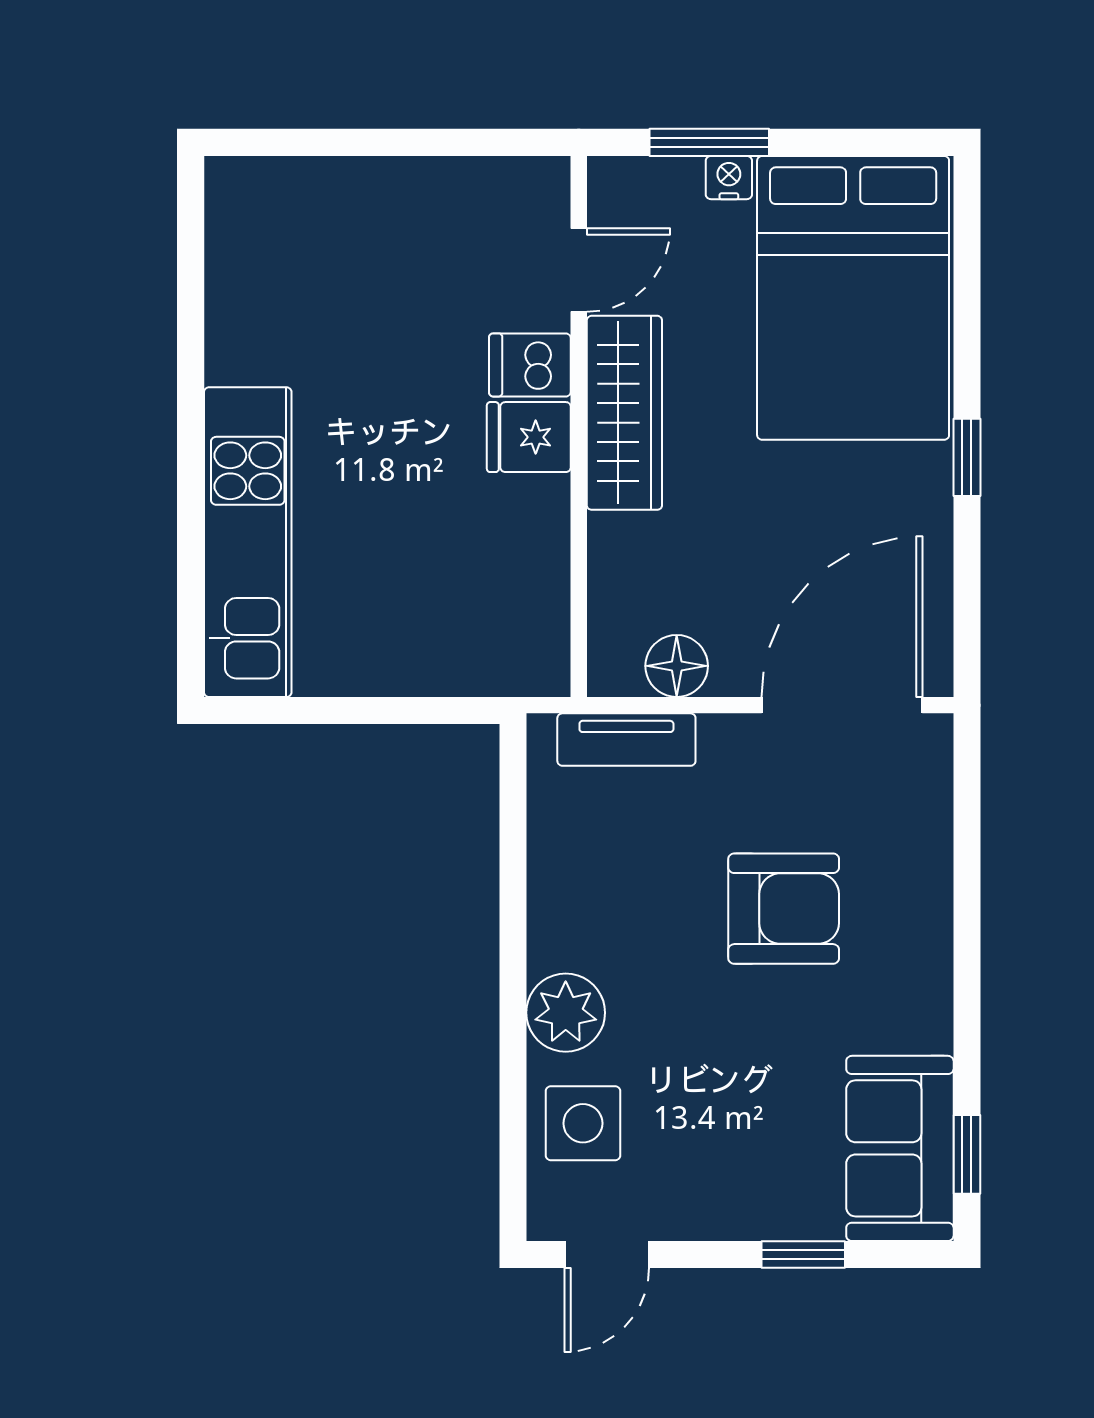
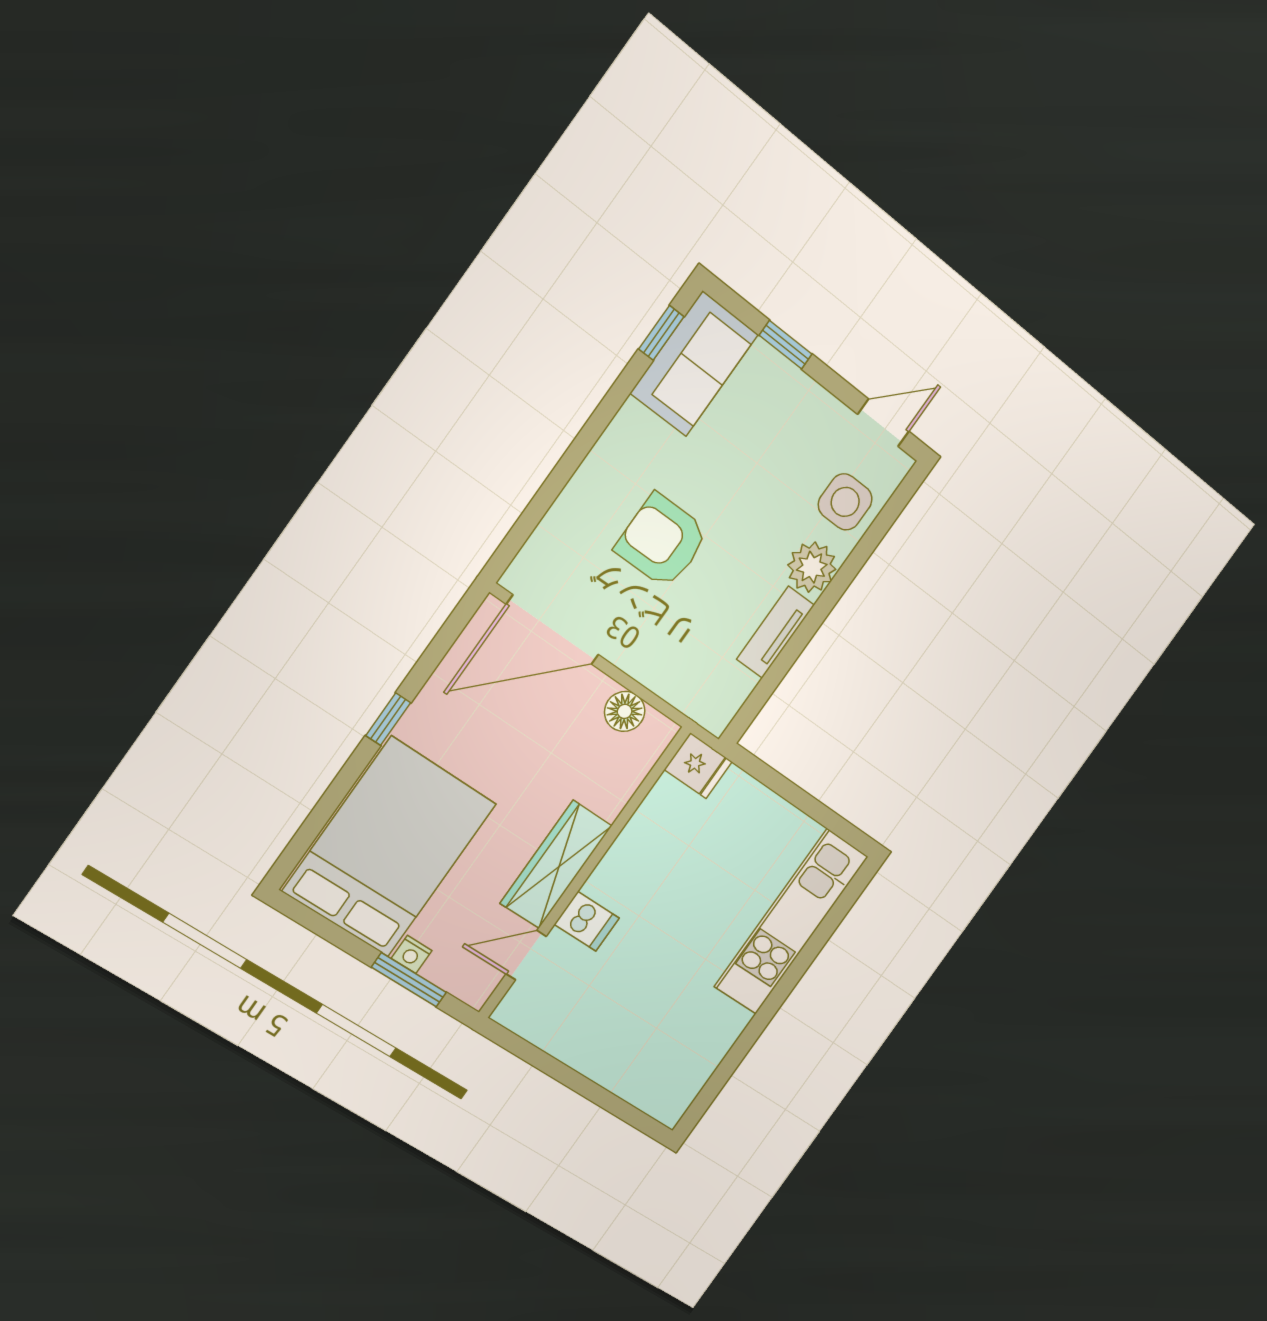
fridge: (529, 437) -> (698, 766), moved
tv unit: (626, 740) -> (775, 632), moved, turned -90

